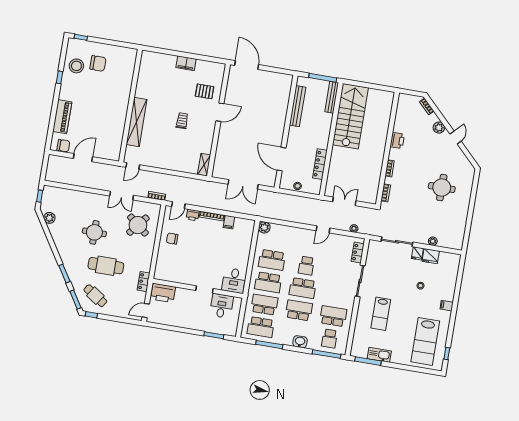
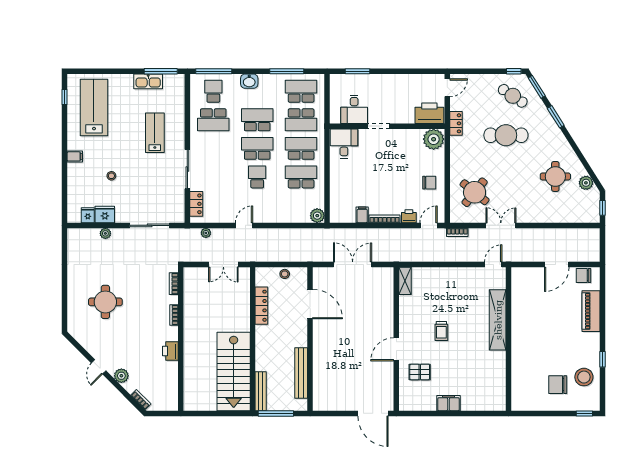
round table: (94, 232) -> (555, 176), moved
fridge: (417, 253) -> (88, 215), moved
plant: (163, 272) -> (434, 139), added
school desk: (299, 310) -> (257, 120), turned 180

